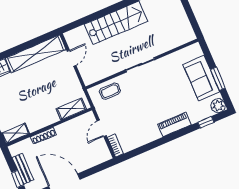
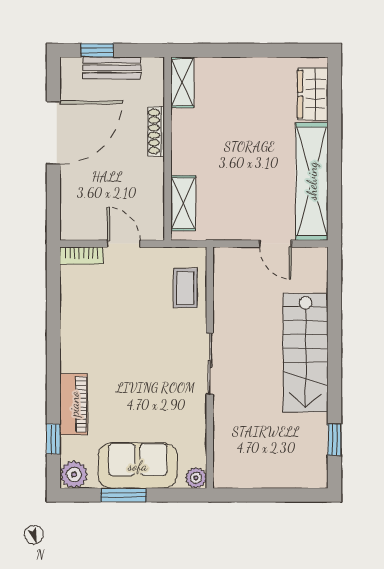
plant: (195, 49) -> (196, 478), added
piano: (174, 125) -> (74, 404), moved

